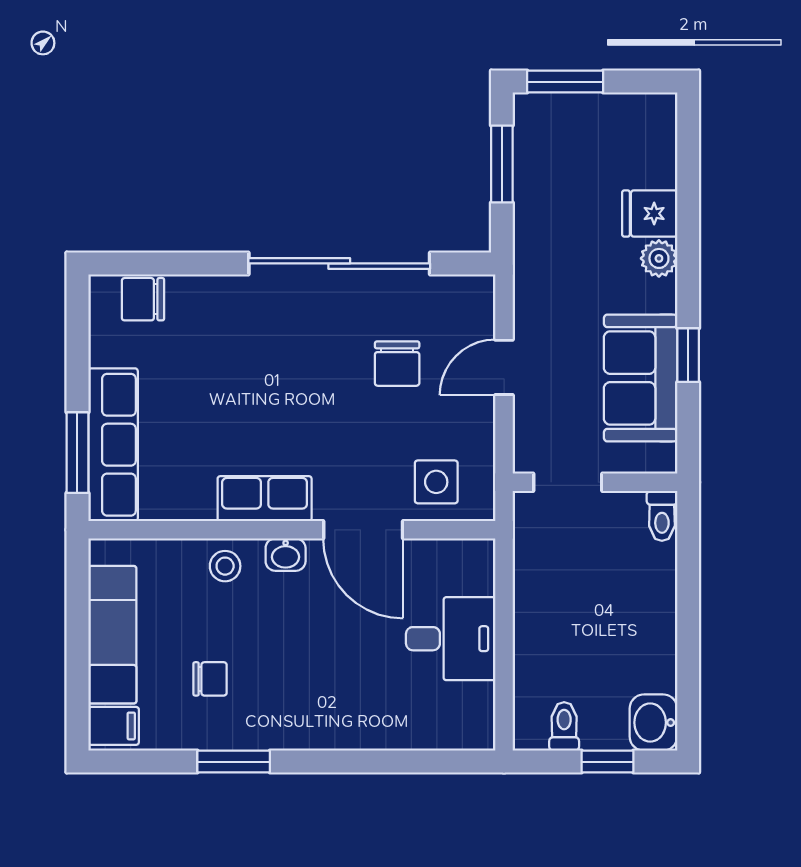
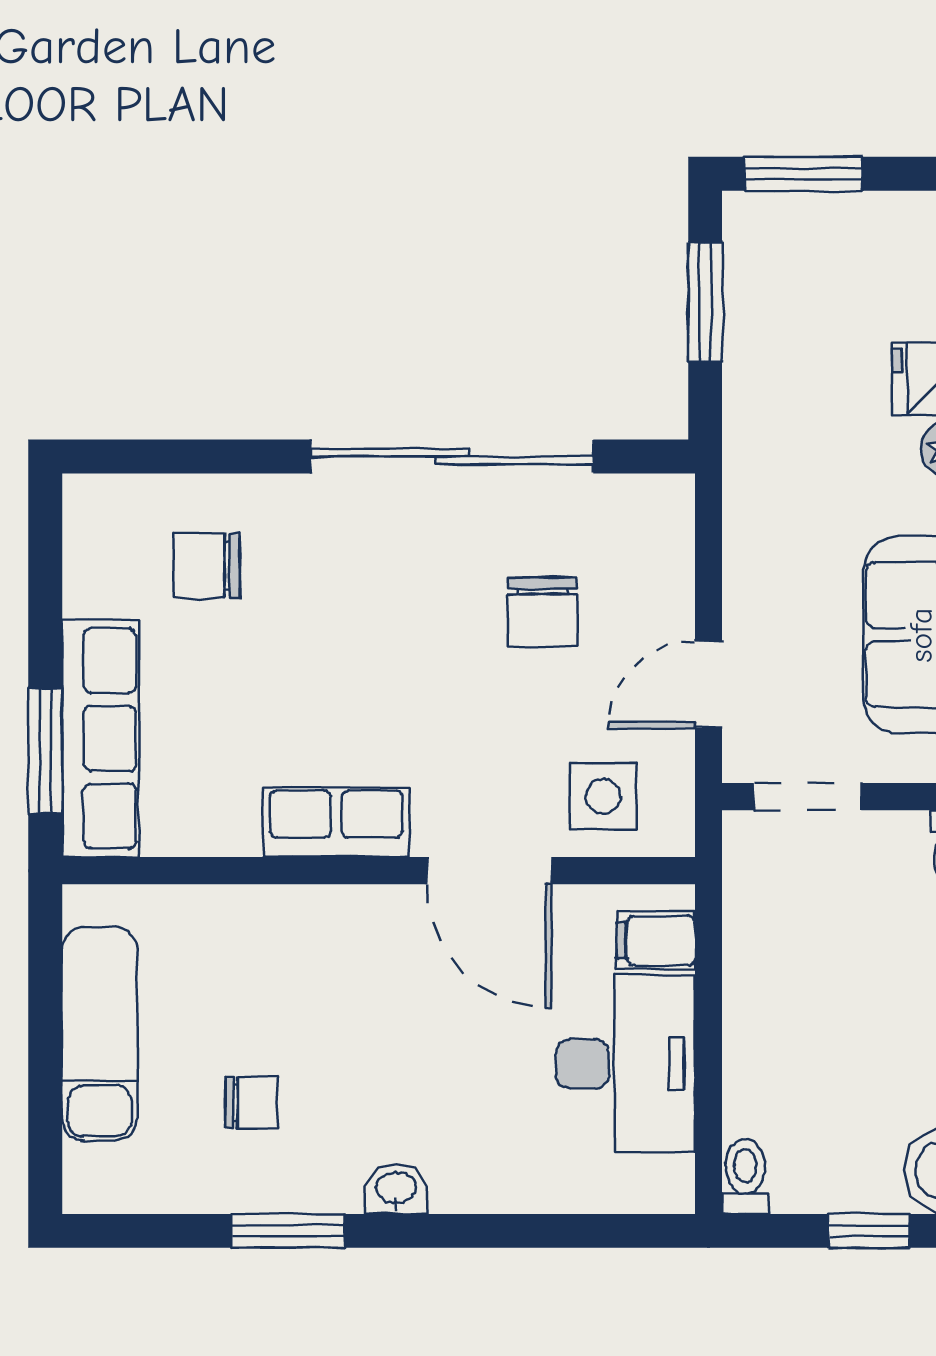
chair: (143, 299) -> (207, 566), moved
door: (504, 367) -> (709, 685), moved
washbasin: (286, 555) -> (396, 1189), moved, turned 180
stool: (225, 566) -> (275, 927), removed
desk: (451, 639) -> (625, 1064), width x1.37
filing cabinet: (114, 726) -> (656, 941), moved, turned 180
toilet: (564, 726) -> (745, 1176), moved

